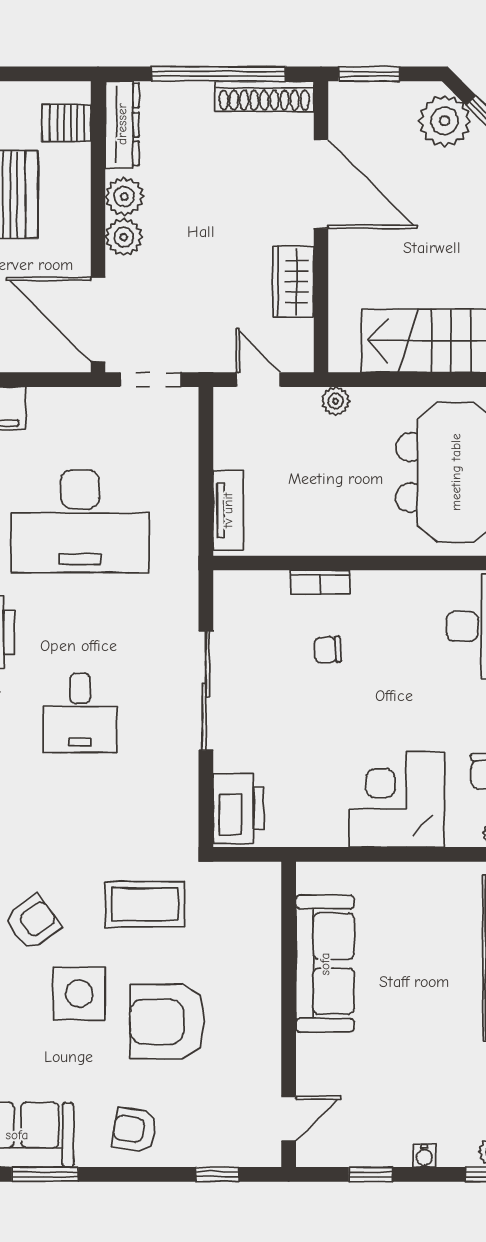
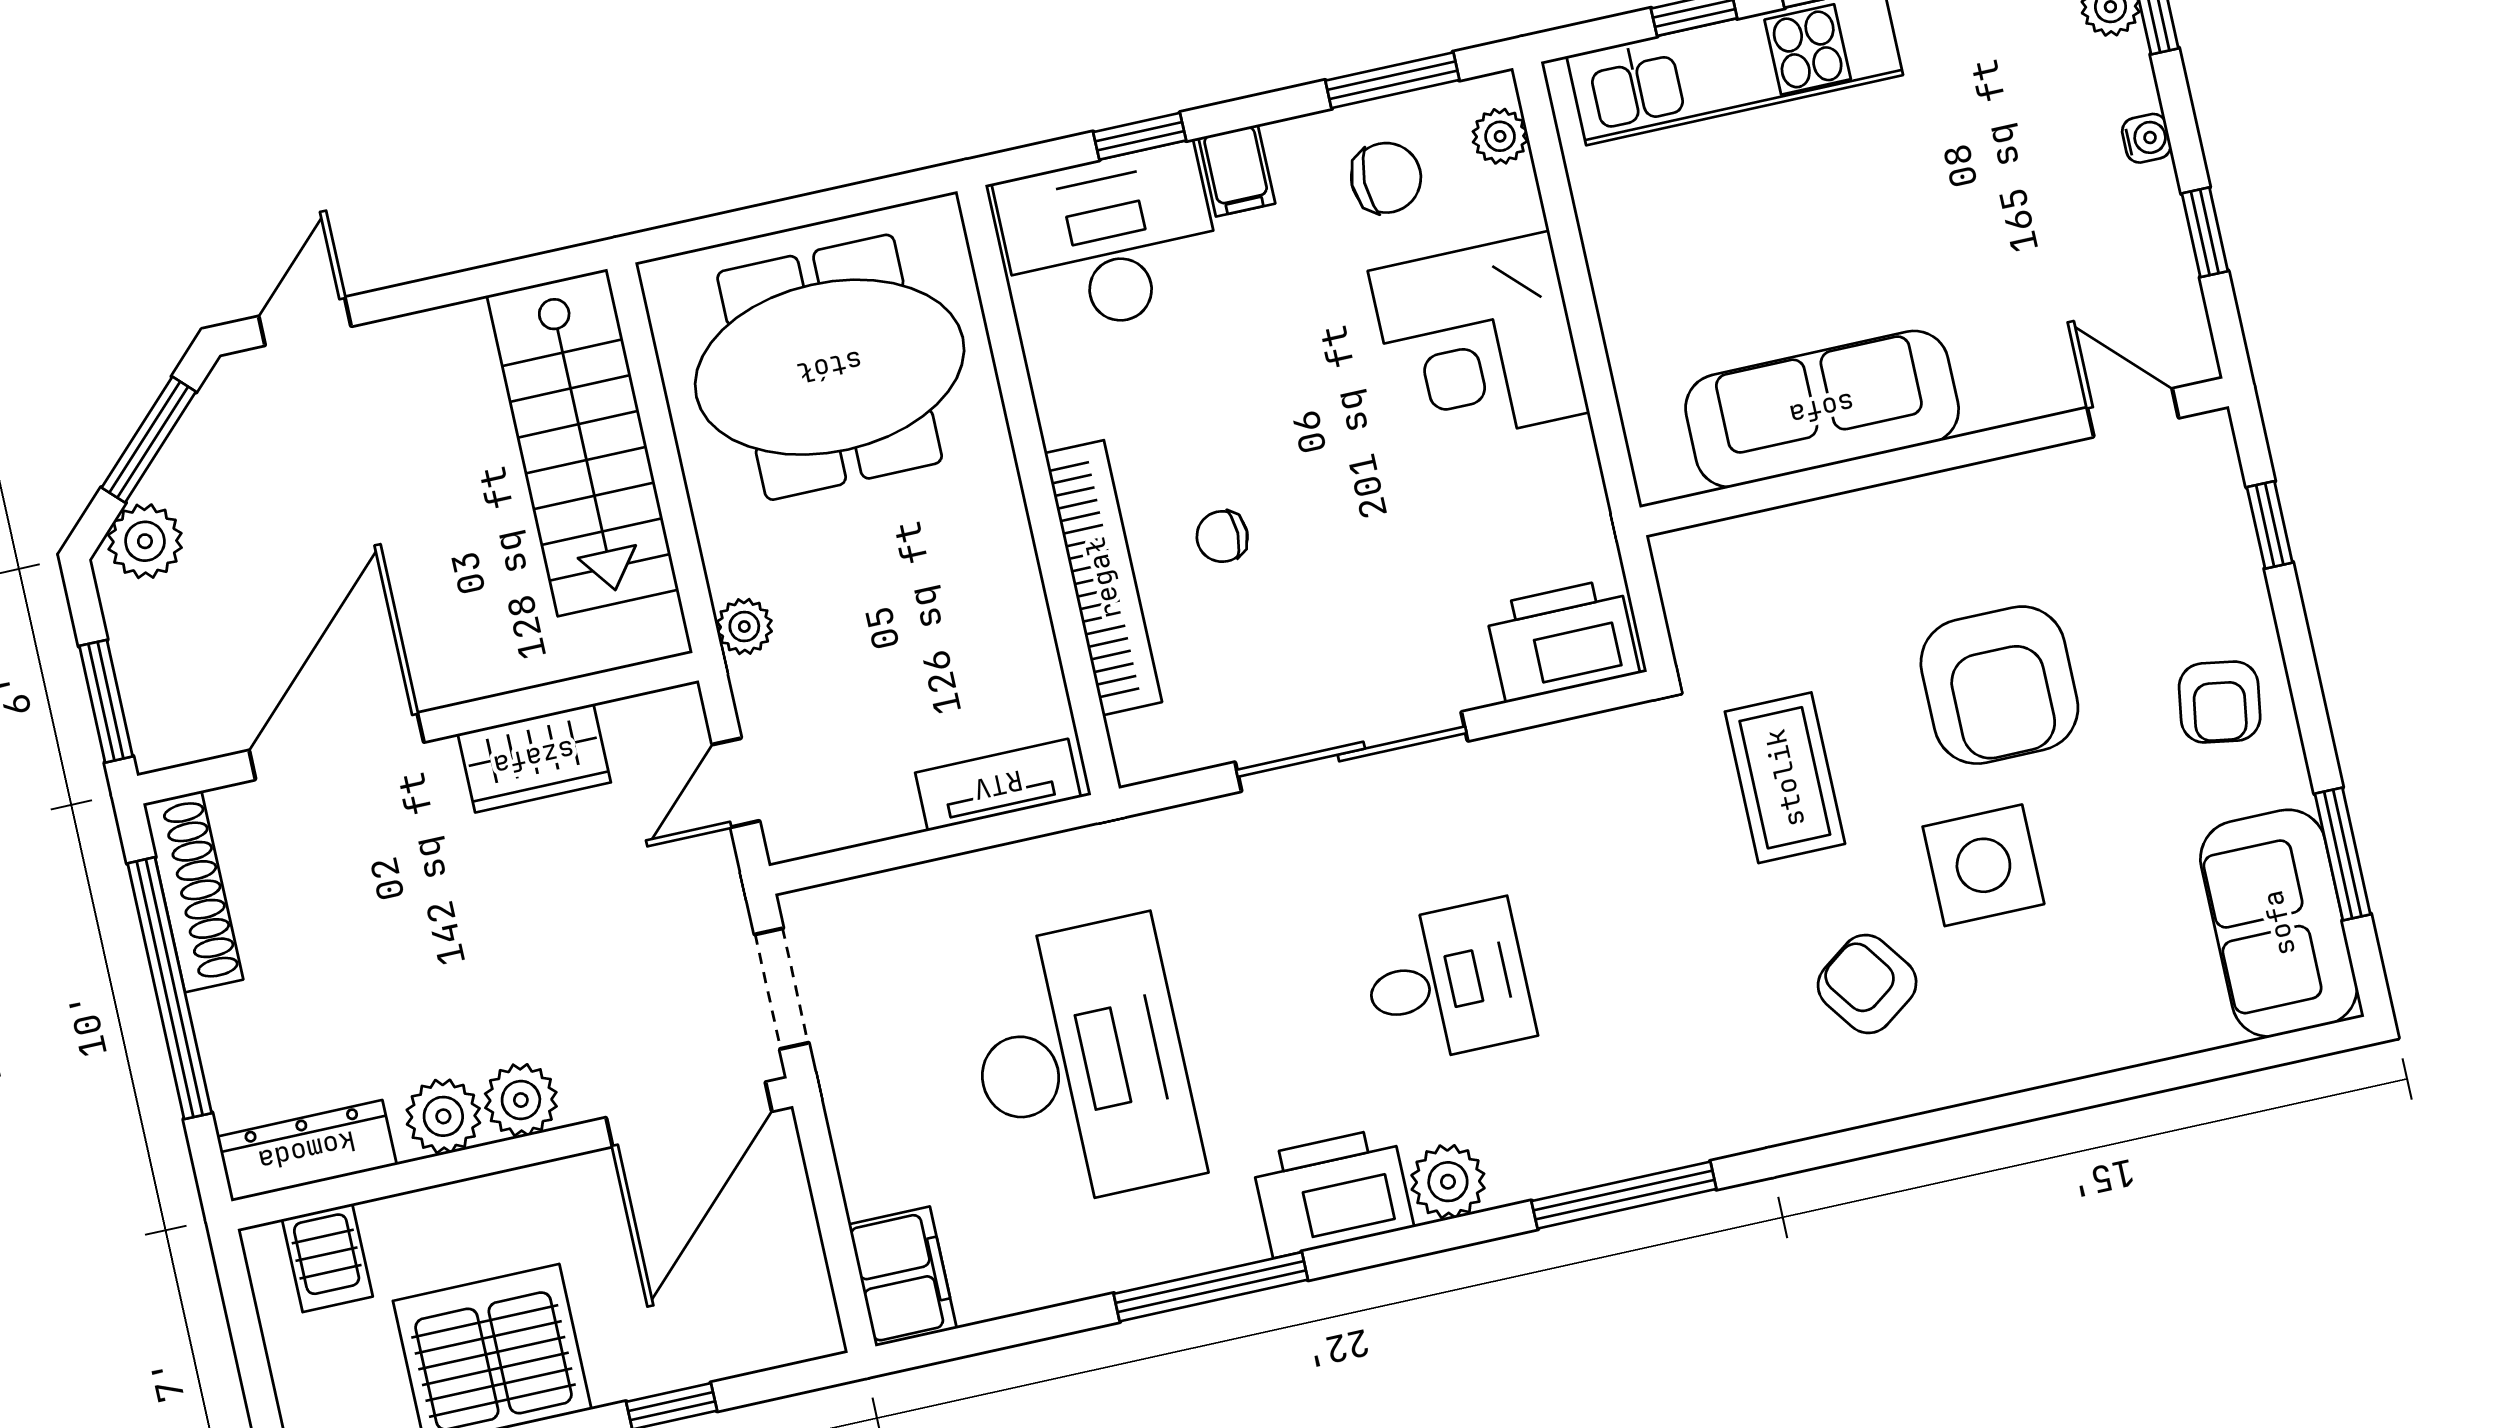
plant: (445, 121) -> (145, 541), width x0.73, depth x0.73
bookcase: (320, 582) -> (1103, 578), width x2.31, depth x1.31
chair: (328, 650) -> (1222, 537), turned 93

